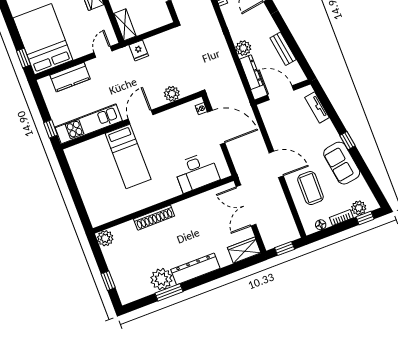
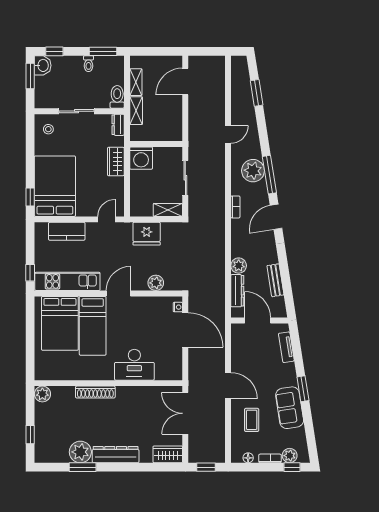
shelving: (125, 25) -> (168, 210), moved, turned 90
fridge: (139, 50) -> (147, 234), width x1.88, depth x1.34
window: (347, 141) -> (303, 389), width x1.50
bed: (96, 166) -> (60, 323), added
desk: (196, 172) -> (134, 365), moved
coffee table: (310, 188) -> (252, 420), width x0.73, depth x0.77

